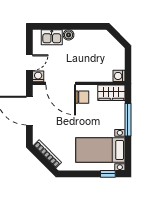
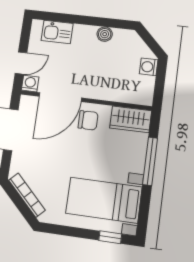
boiler: (69, 35) -> (105, 34), moved
washing machine: (119, 76) -> (149, 67), moved
door: (61, 83) -> (60, 97), hinge flipped

